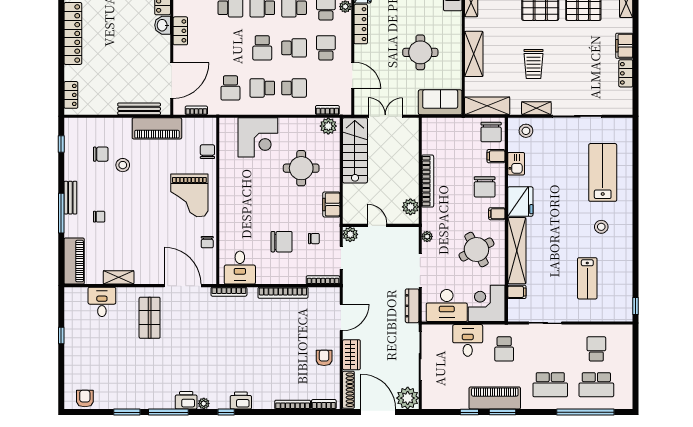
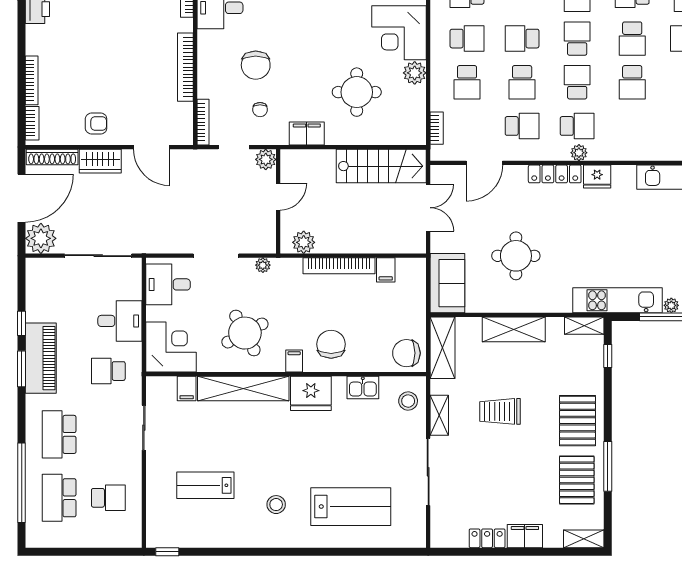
school desk: (262, 88) -> (467, 39), turned 90
plant: (328, 126) -> (415, 73), moved
filing cabinet: (496, 156) -> (386, 270), moved, turned 180
chair: (485, 187) -> (331, 344), turned 90
desk: (447, 305) -> (168, 284), width x0.73
dresser: (412, 306) -> (168, 245), removed

